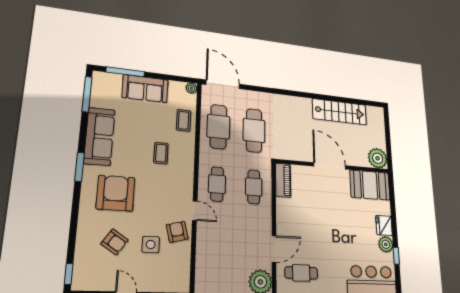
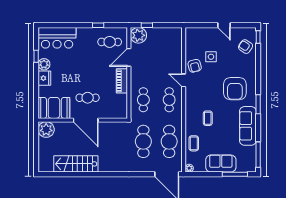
piano: (283, 180) -> (122, 81), moved
cafe table: (328, 195) -> (88, 98), added
armchair: (115, 242) -> (246, 47), moved

